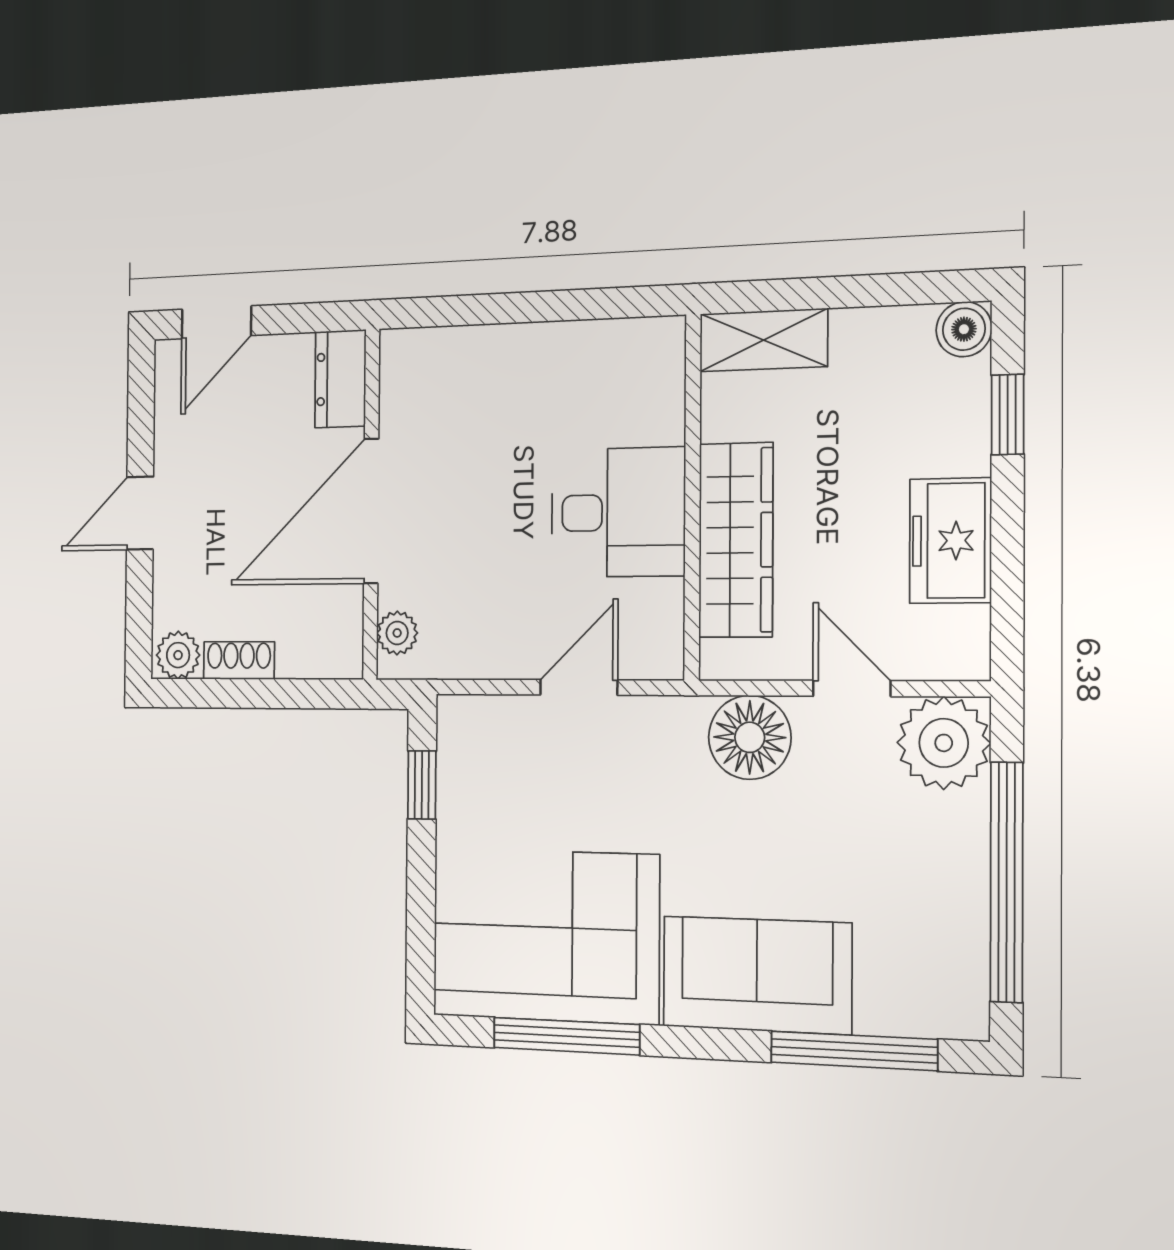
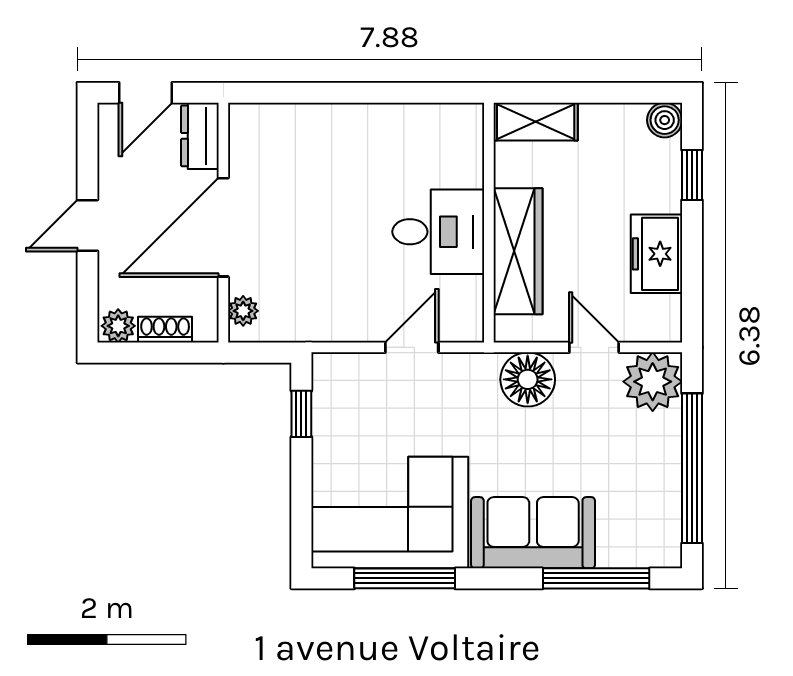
dresser: (340, 379) -> (200, 136), moved
wall: (371, 504) -> (223, 223), moved
door: (371, 511) -> (223, 227), moved
plant: (397, 633) -> (243, 311), moved

